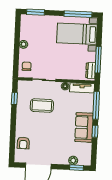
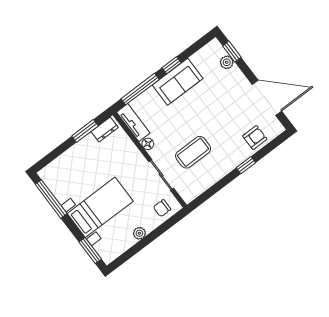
bed with nightstands: (77, 34) -> (100, 207), moved, turned -90
window: (98, 60) -> (85, 131), width x0.69
window: (14, 99) -> (246, 165), moved
coffee table: (42, 106) -> (193, 152), turned 90

